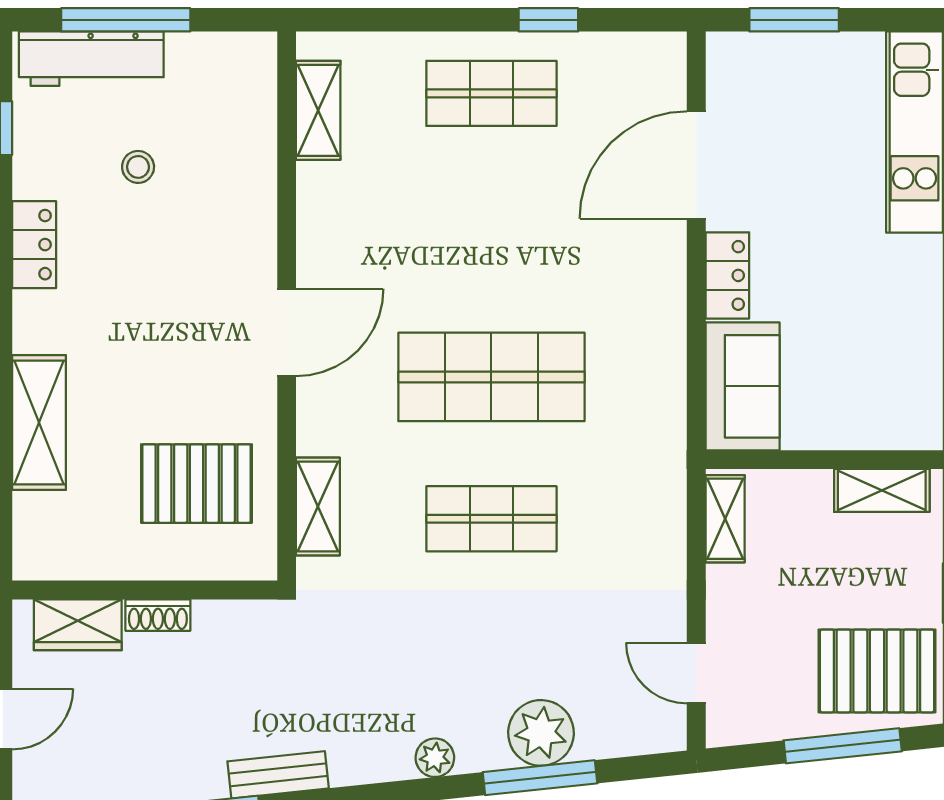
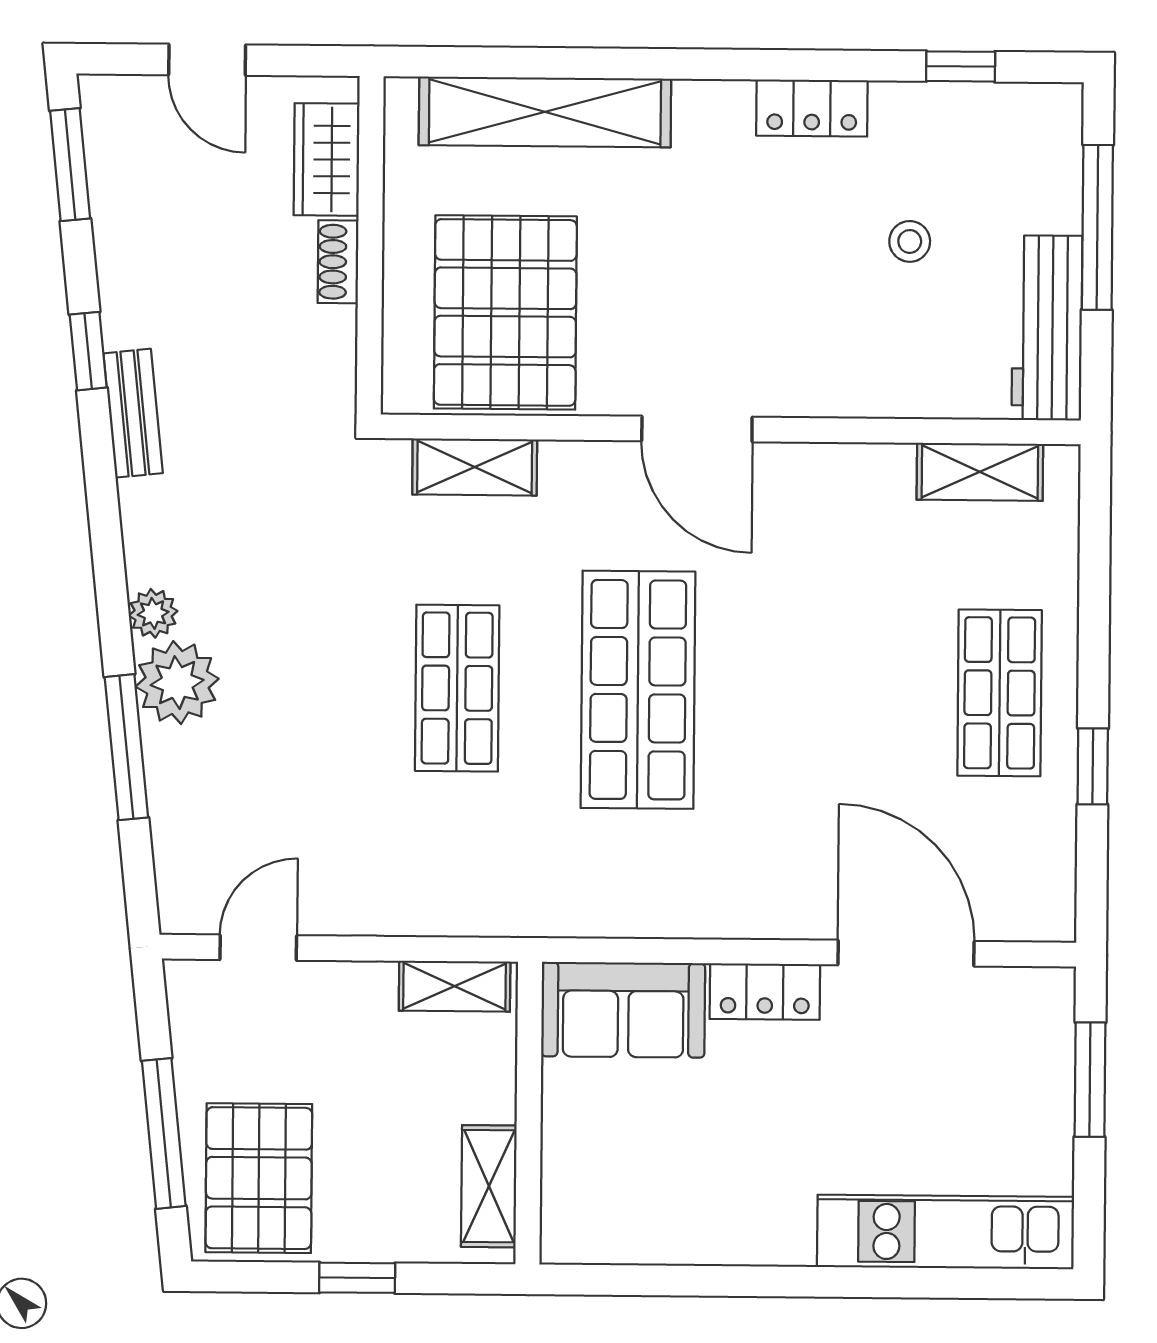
workbench: (91, 59) -> (1047, 328), moved
shelving: (39, 422) -> (545, 112), width x1.47
pallet: (197, 484) -> (505, 312), width x1.37, depth x1.41
plant: (541, 733) -> (177, 683), moved

